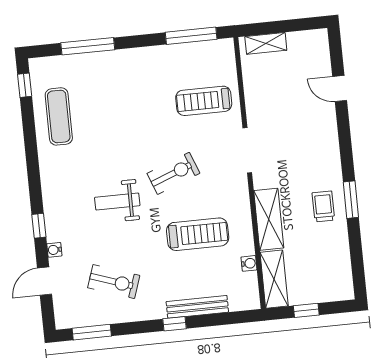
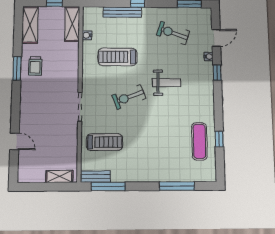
bench: (212, 48) -> (95, 177), added
window: (25, 85) -> (219, 139), moved
shelving: (269, 219) -> (30, 25), moved

